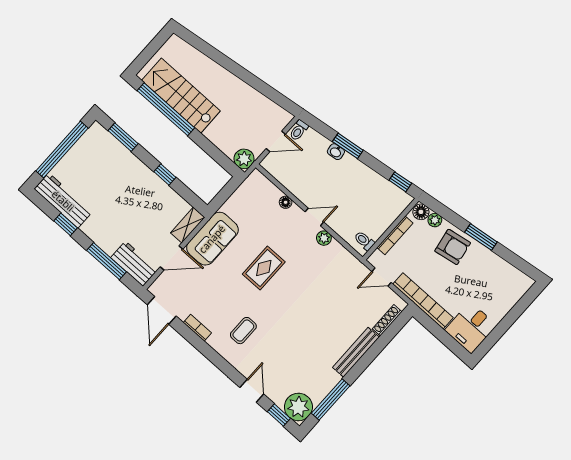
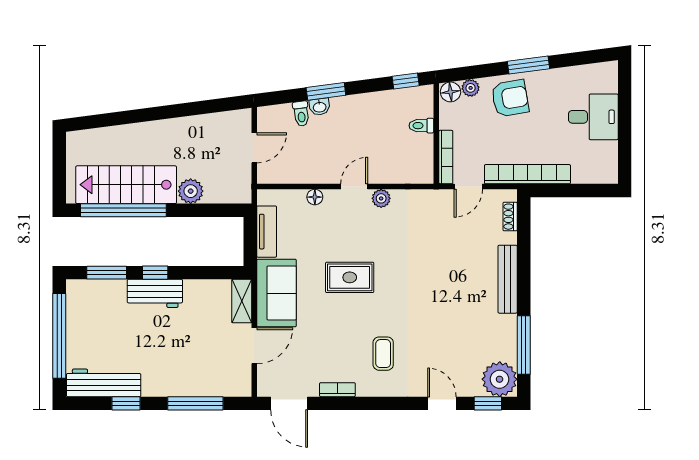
toilet: (299, 130) -> (301, 114), moved
plant: (244, 159) -> (191, 191), moved
window: (165, 175) -> (155, 273), moved
tv unit: (239, 197) -> (267, 232), added
bookcase: (395, 235) -> (446, 157), moved
toilet: (364, 241) -> (421, 126), moved
workbench: (134, 264) -> (155, 293), moved, turned 180
rug: (264, 268) -> (350, 277), turned 90
shoe rack: (387, 320) -> (510, 217), width x0.70
desk: (471, 328) -> (593, 117), moved, turned -90

